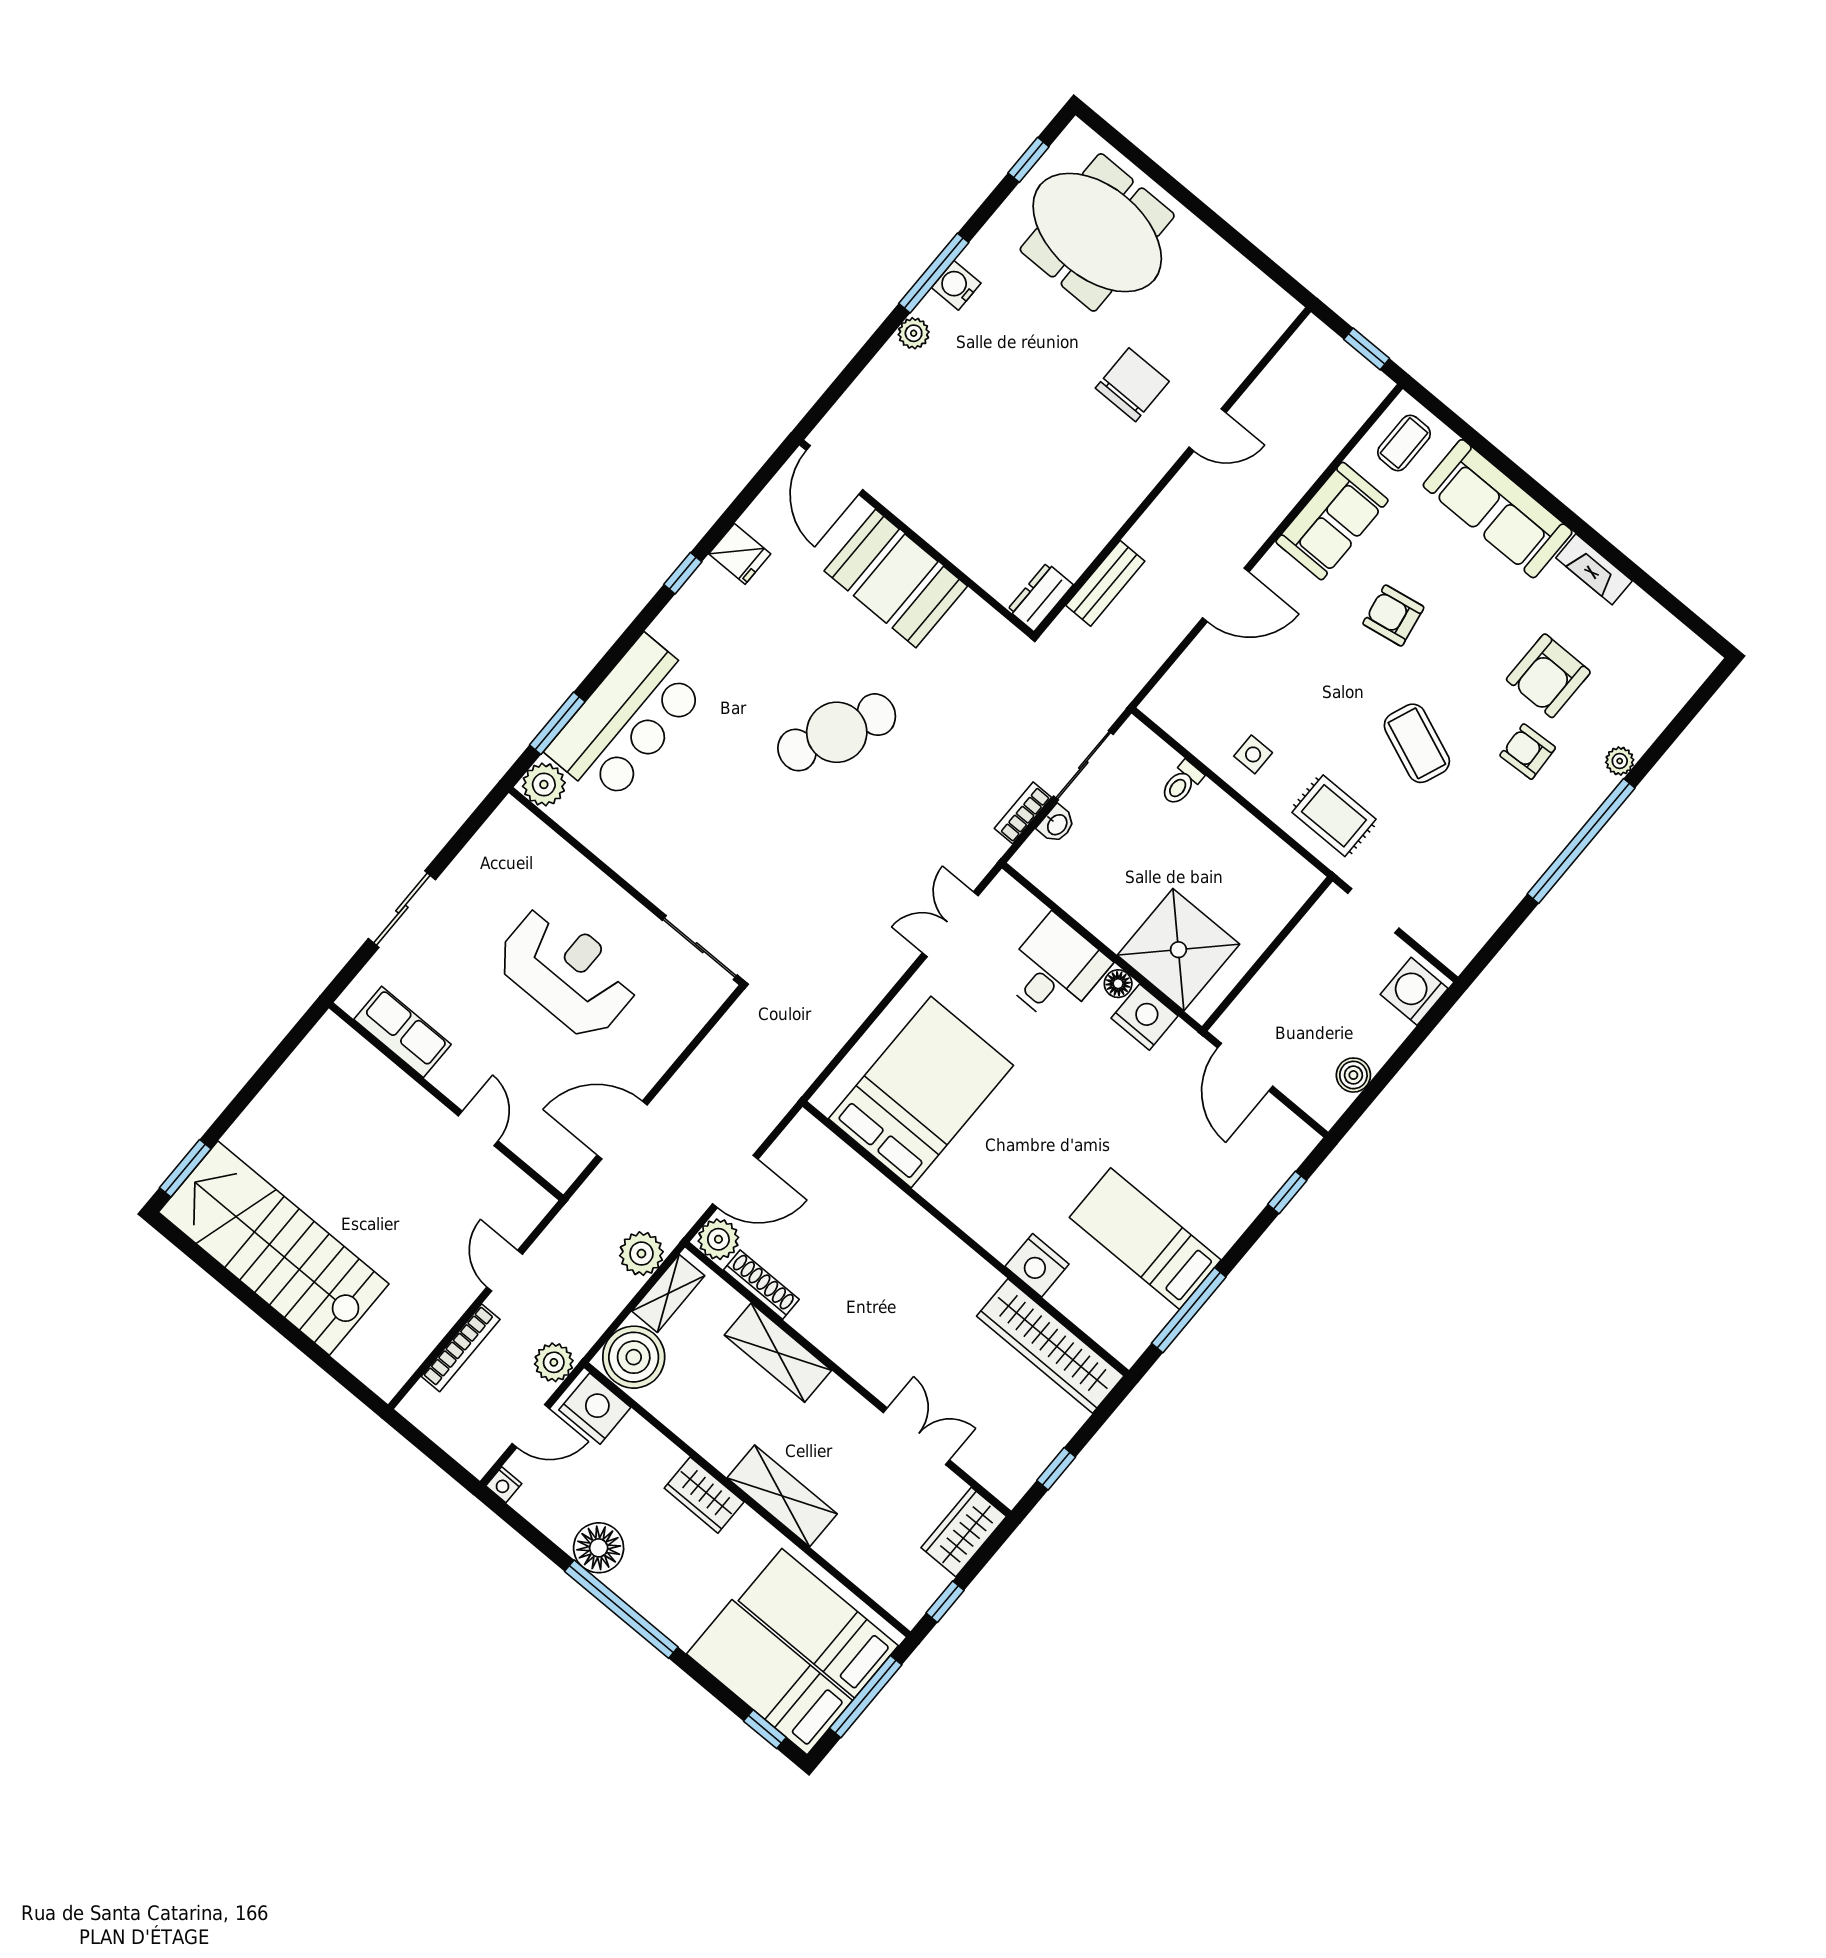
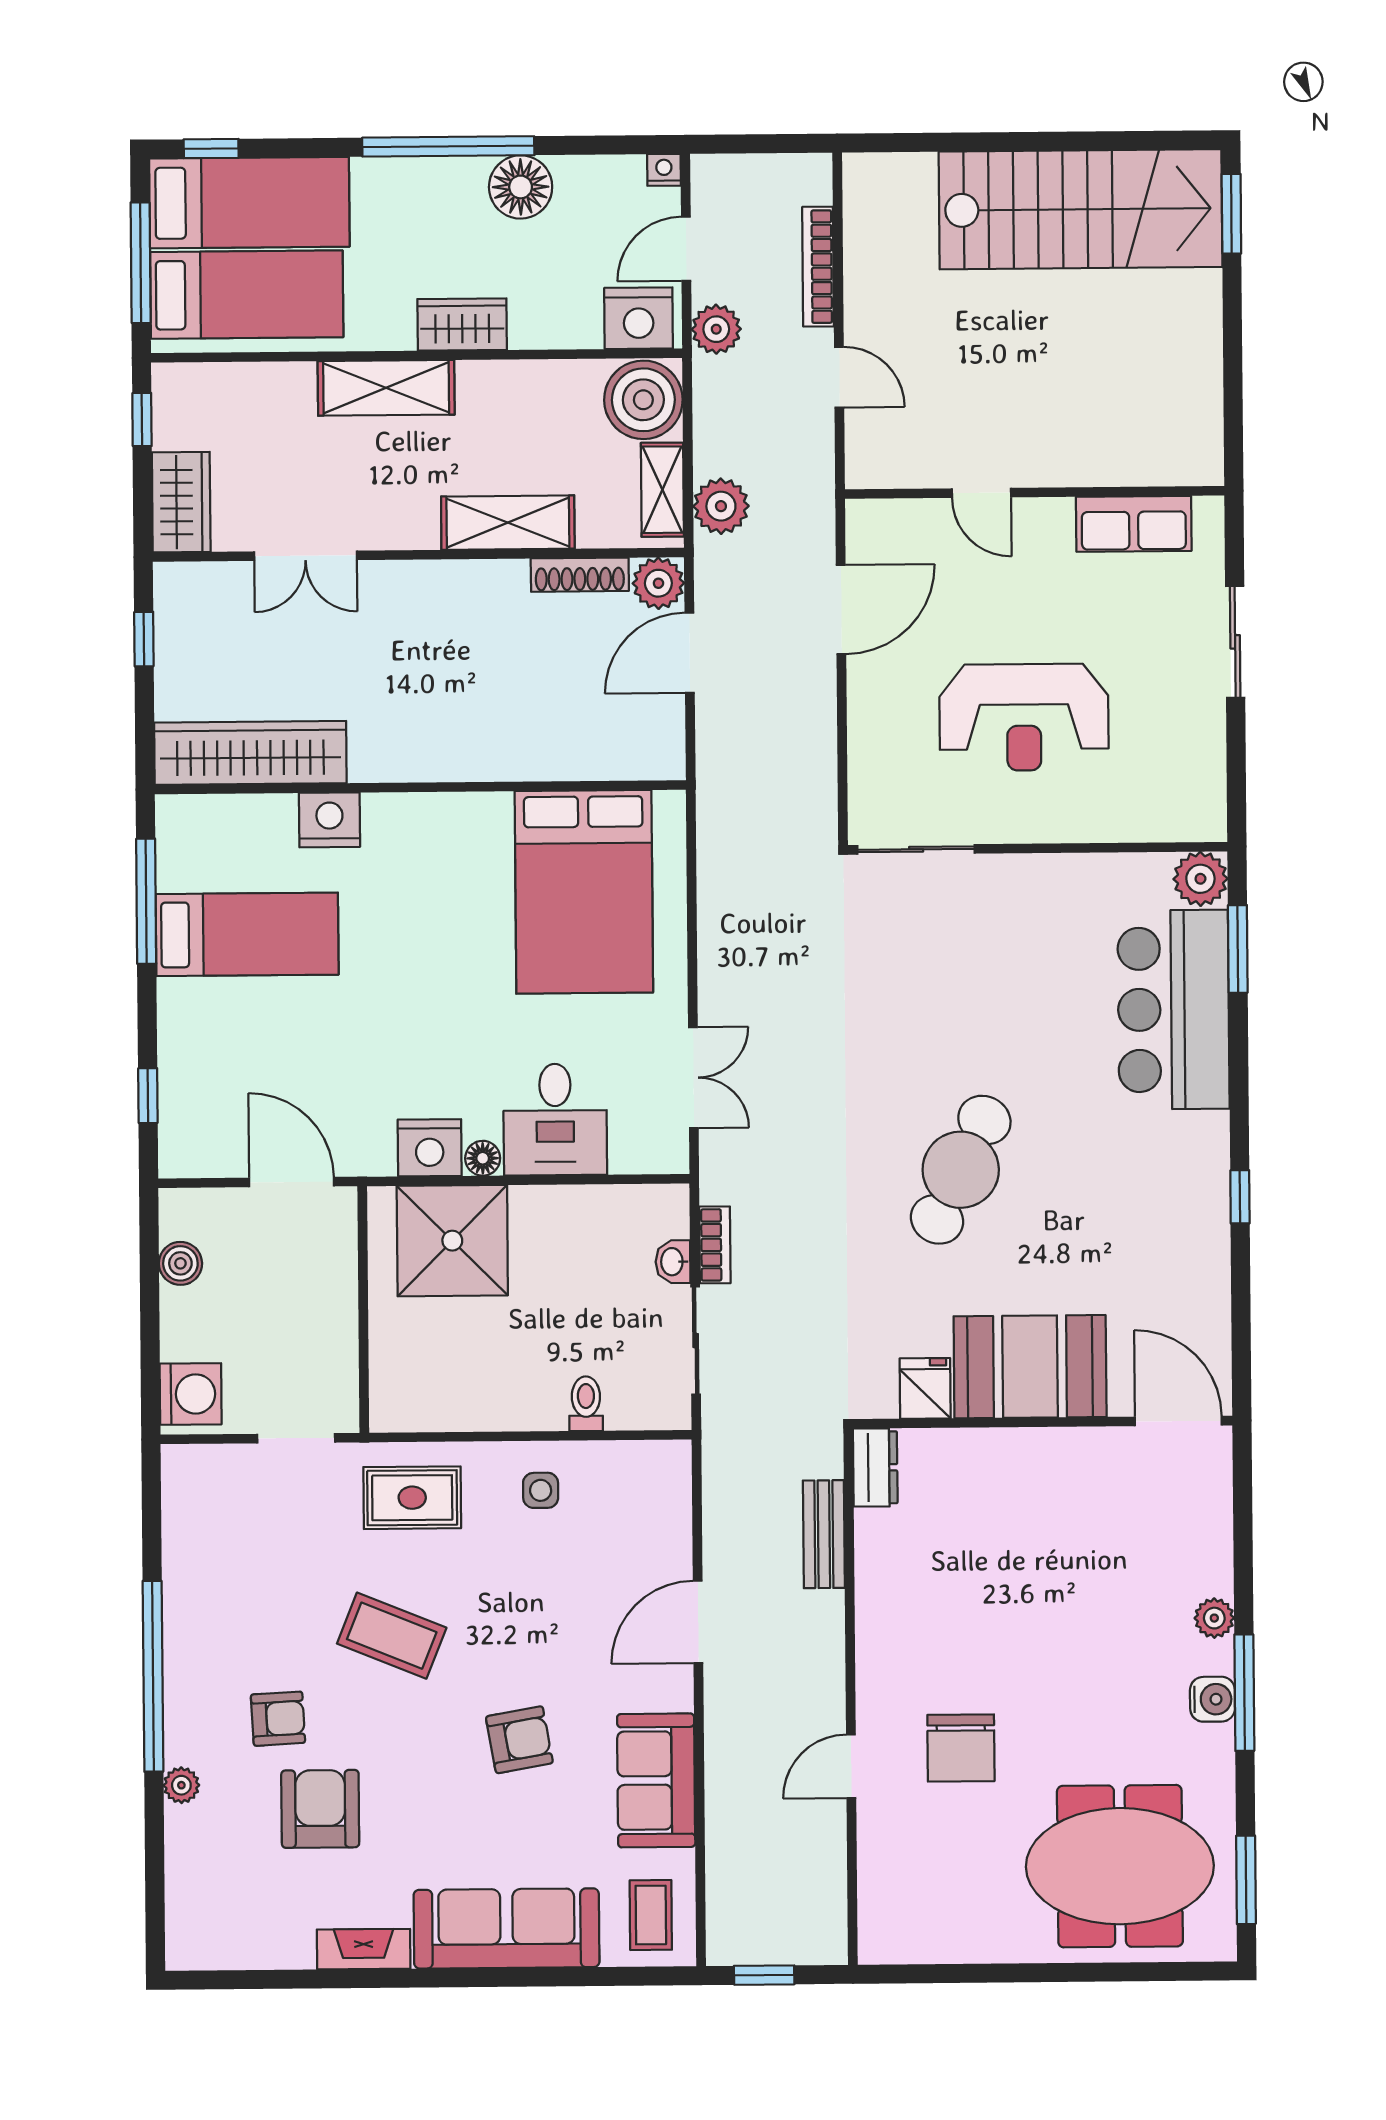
window: (1028, 160) -> (1246, 1880), width x1.50
fridge: (740, 554) -> (925, 1388), moved, turned 90

